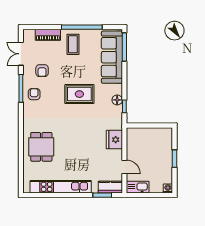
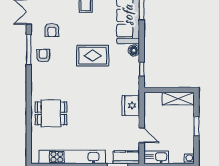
floor lamp: (117, 100) -> (134, 50), moved
shelving: (158, 133) -> (178, 99), added
dining table: (41, 147) -> (51, 113), turned 90

